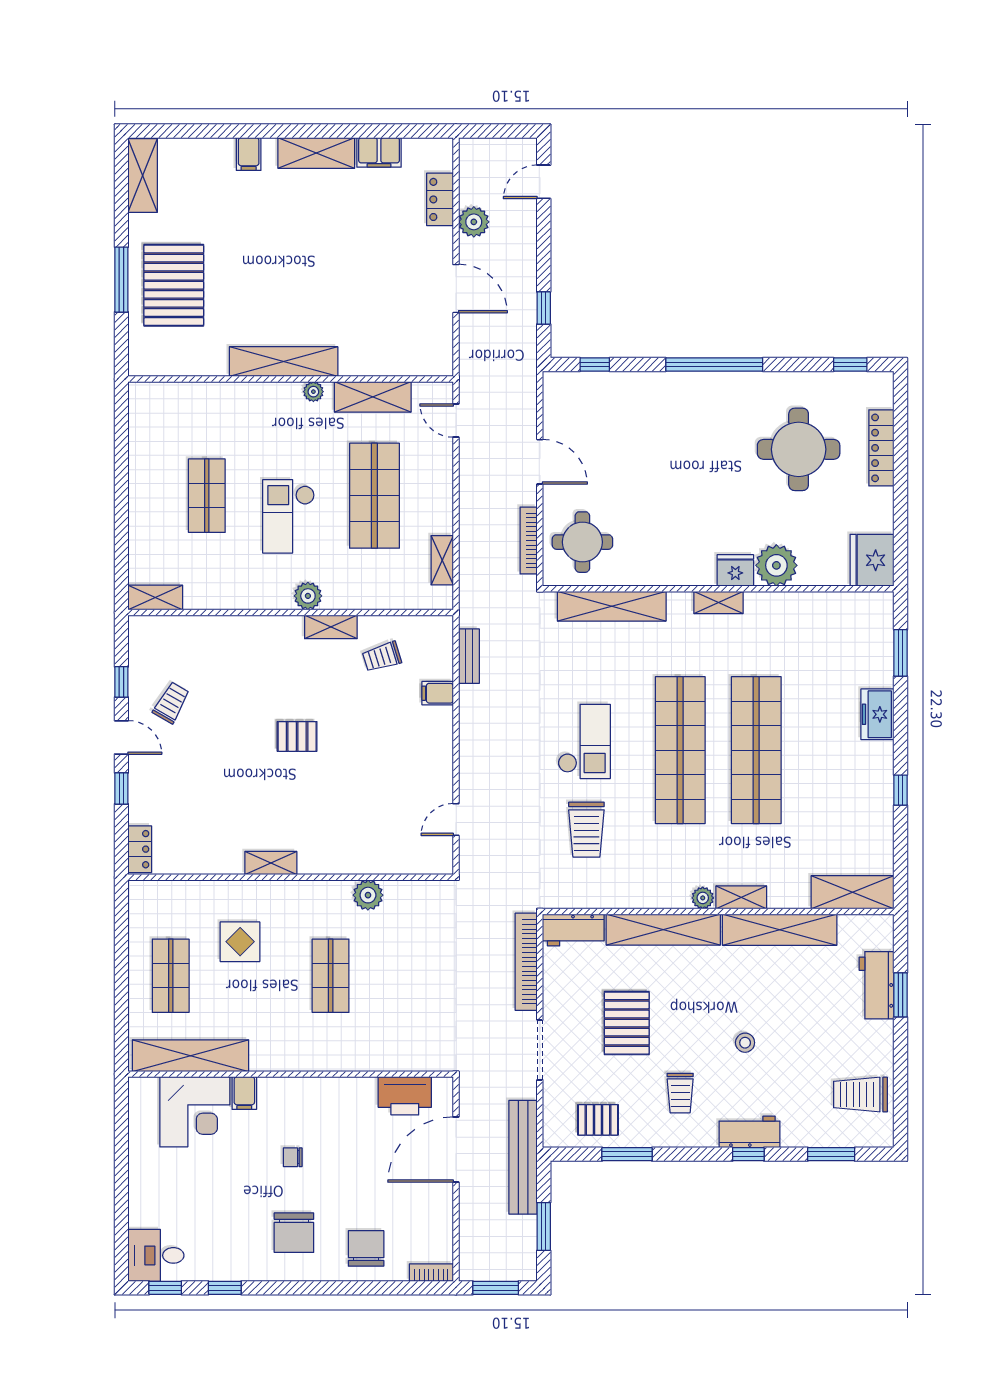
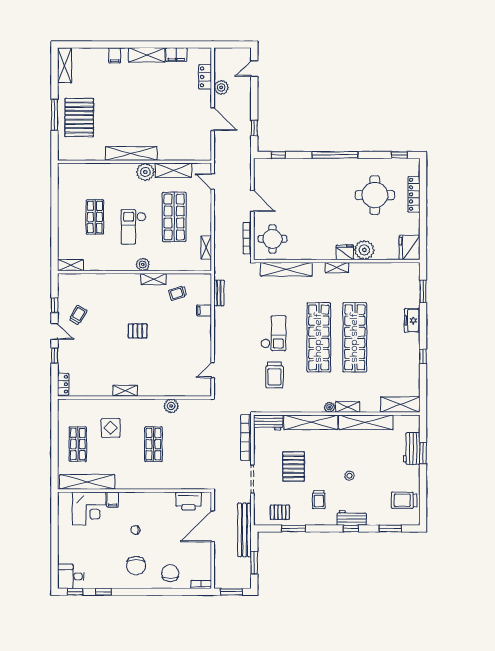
plant: (313, 392) -> (145, 172), width x1.87, depth x1.87

